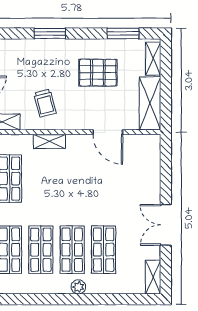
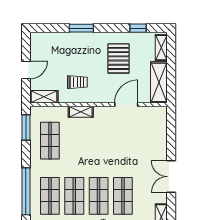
window: (123, 33) -> (138, 28), width x0.67
pallet: (98, 73) -> (118, 58), turned 90
trolley: (45, 103) -> (77, 82), turned -76
door: (108, 132) -> (126, 105), swing flipped

